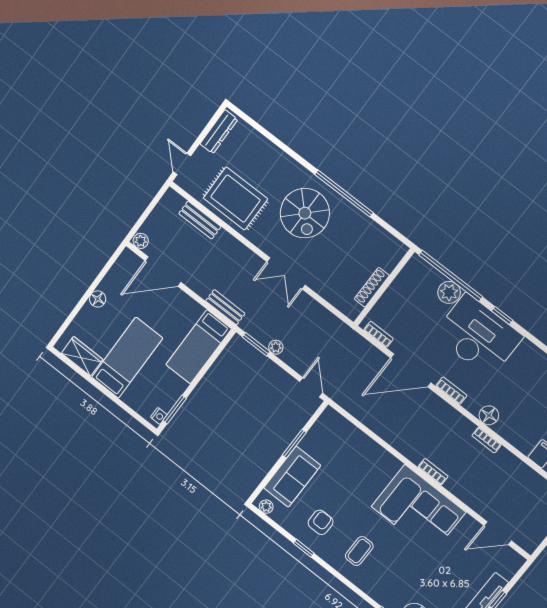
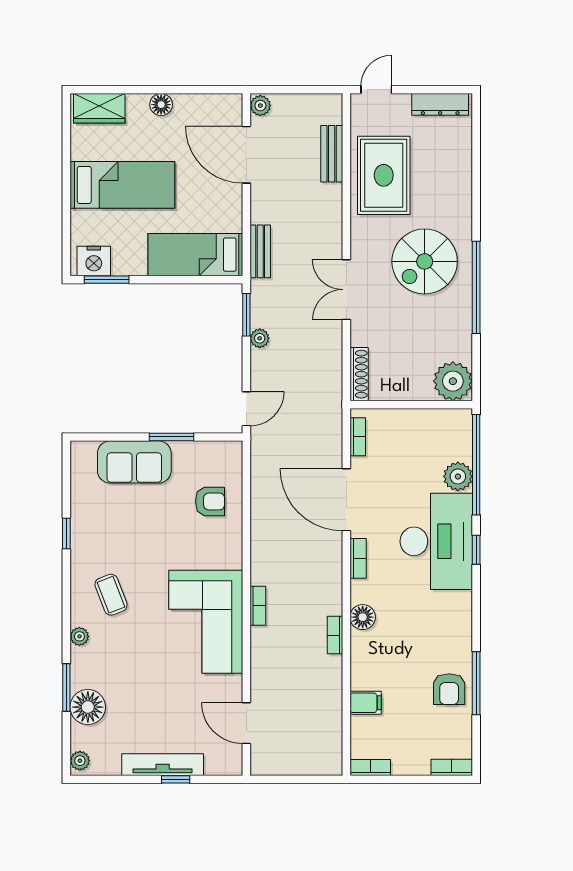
plant: (389, 251) -> (453, 381), added
shoe rack: (372, 287) -> (359, 374), moved, turned 90
wardrobe: (82, 356) -> (99, 108), moved, turned 90
nightstand: (159, 416) -> (94, 261), width x1.89, depth x1.79
plant: (266, 507) -> (79, 636), moved
armchair: (321, 522) -> (210, 501), moved
coffee table: (359, 551) -> (111, 595), turned 69

